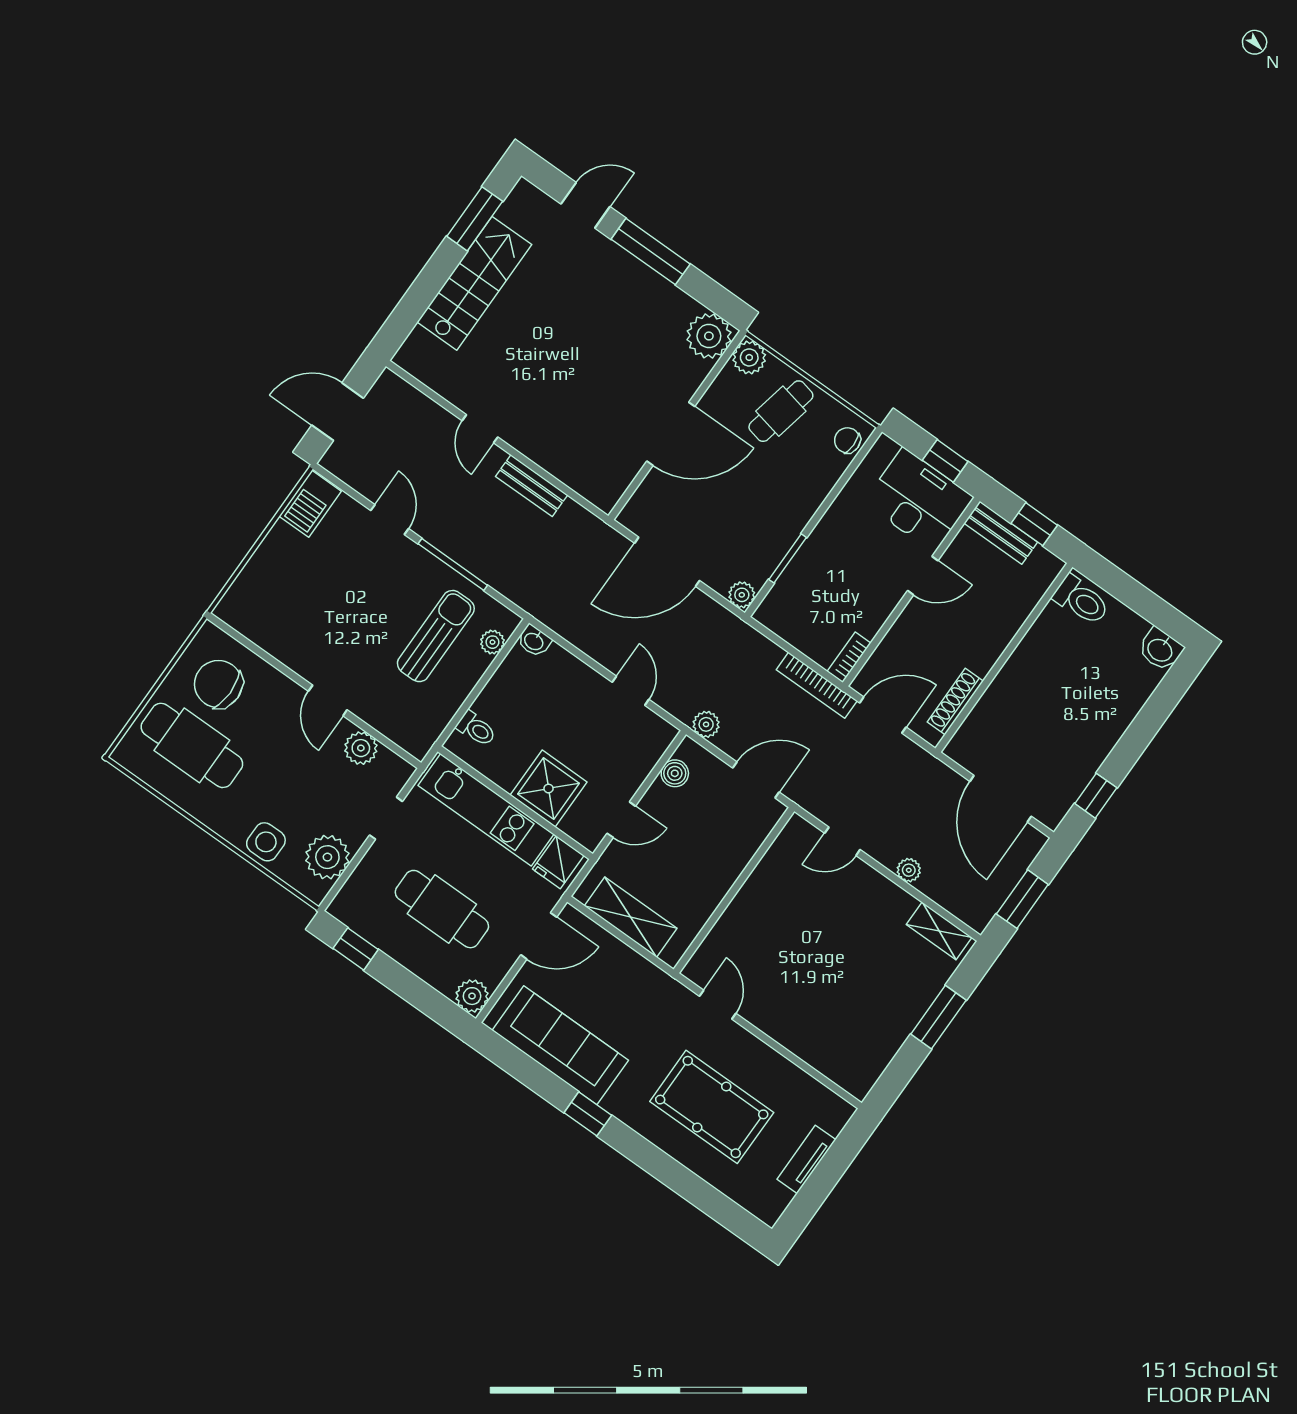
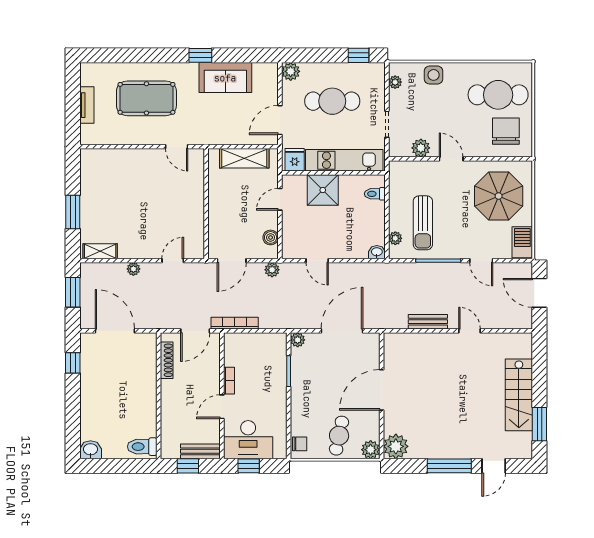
door: (338, 412) -> (539, 293), swing flipped
parasol: (297, 596) -> (499, 196), added
bookcase: (849, 657) -> (229, 381), moved
chair: (218, 684) -> (506, 131), turned -90
plant: (327, 857) -> (395, 82), width x0.53, depth x0.53
sofa: (560, 1045) -> (225, 78), width x0.73

